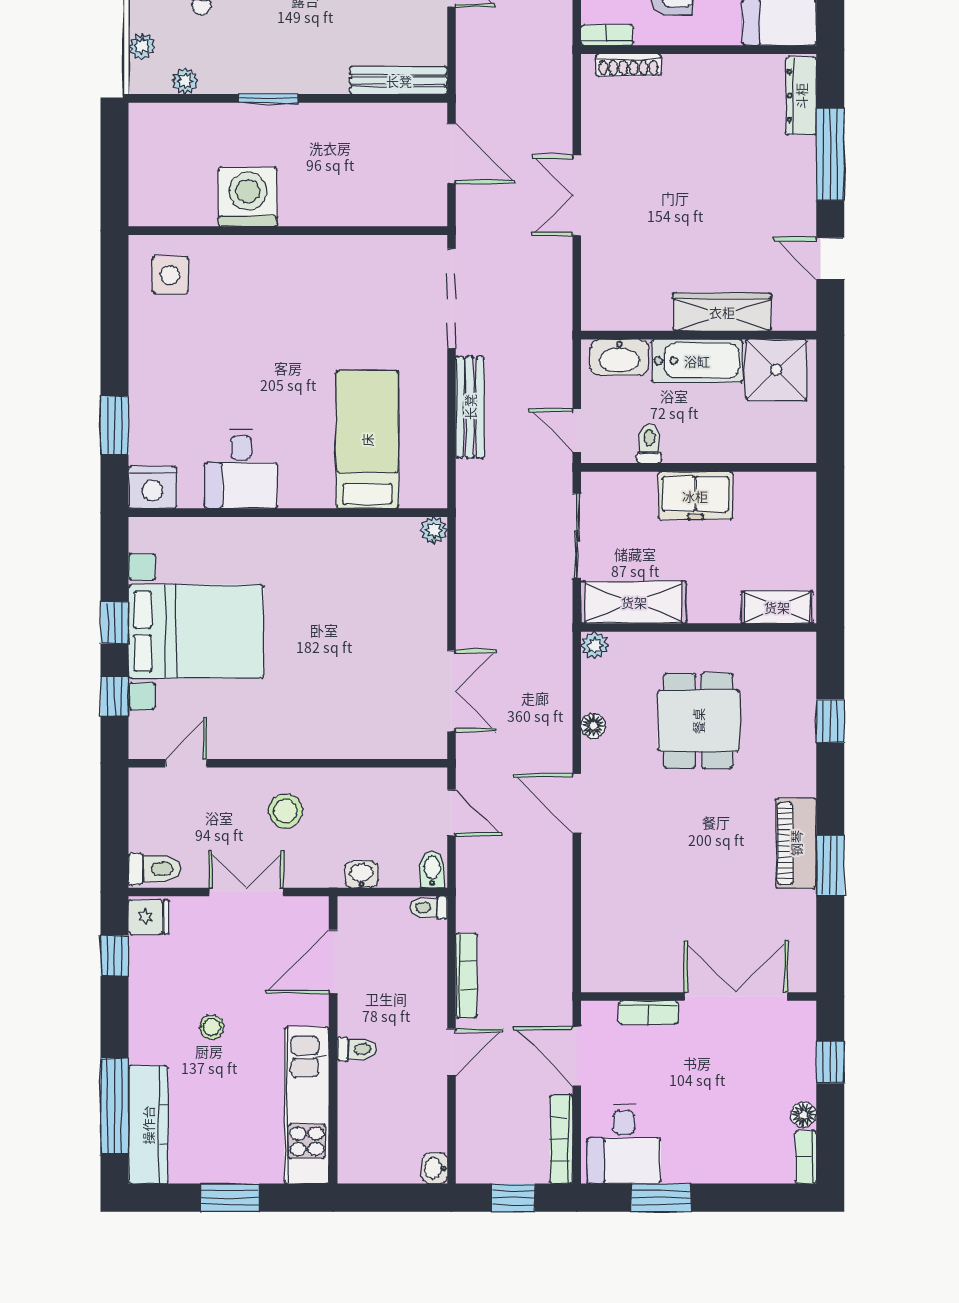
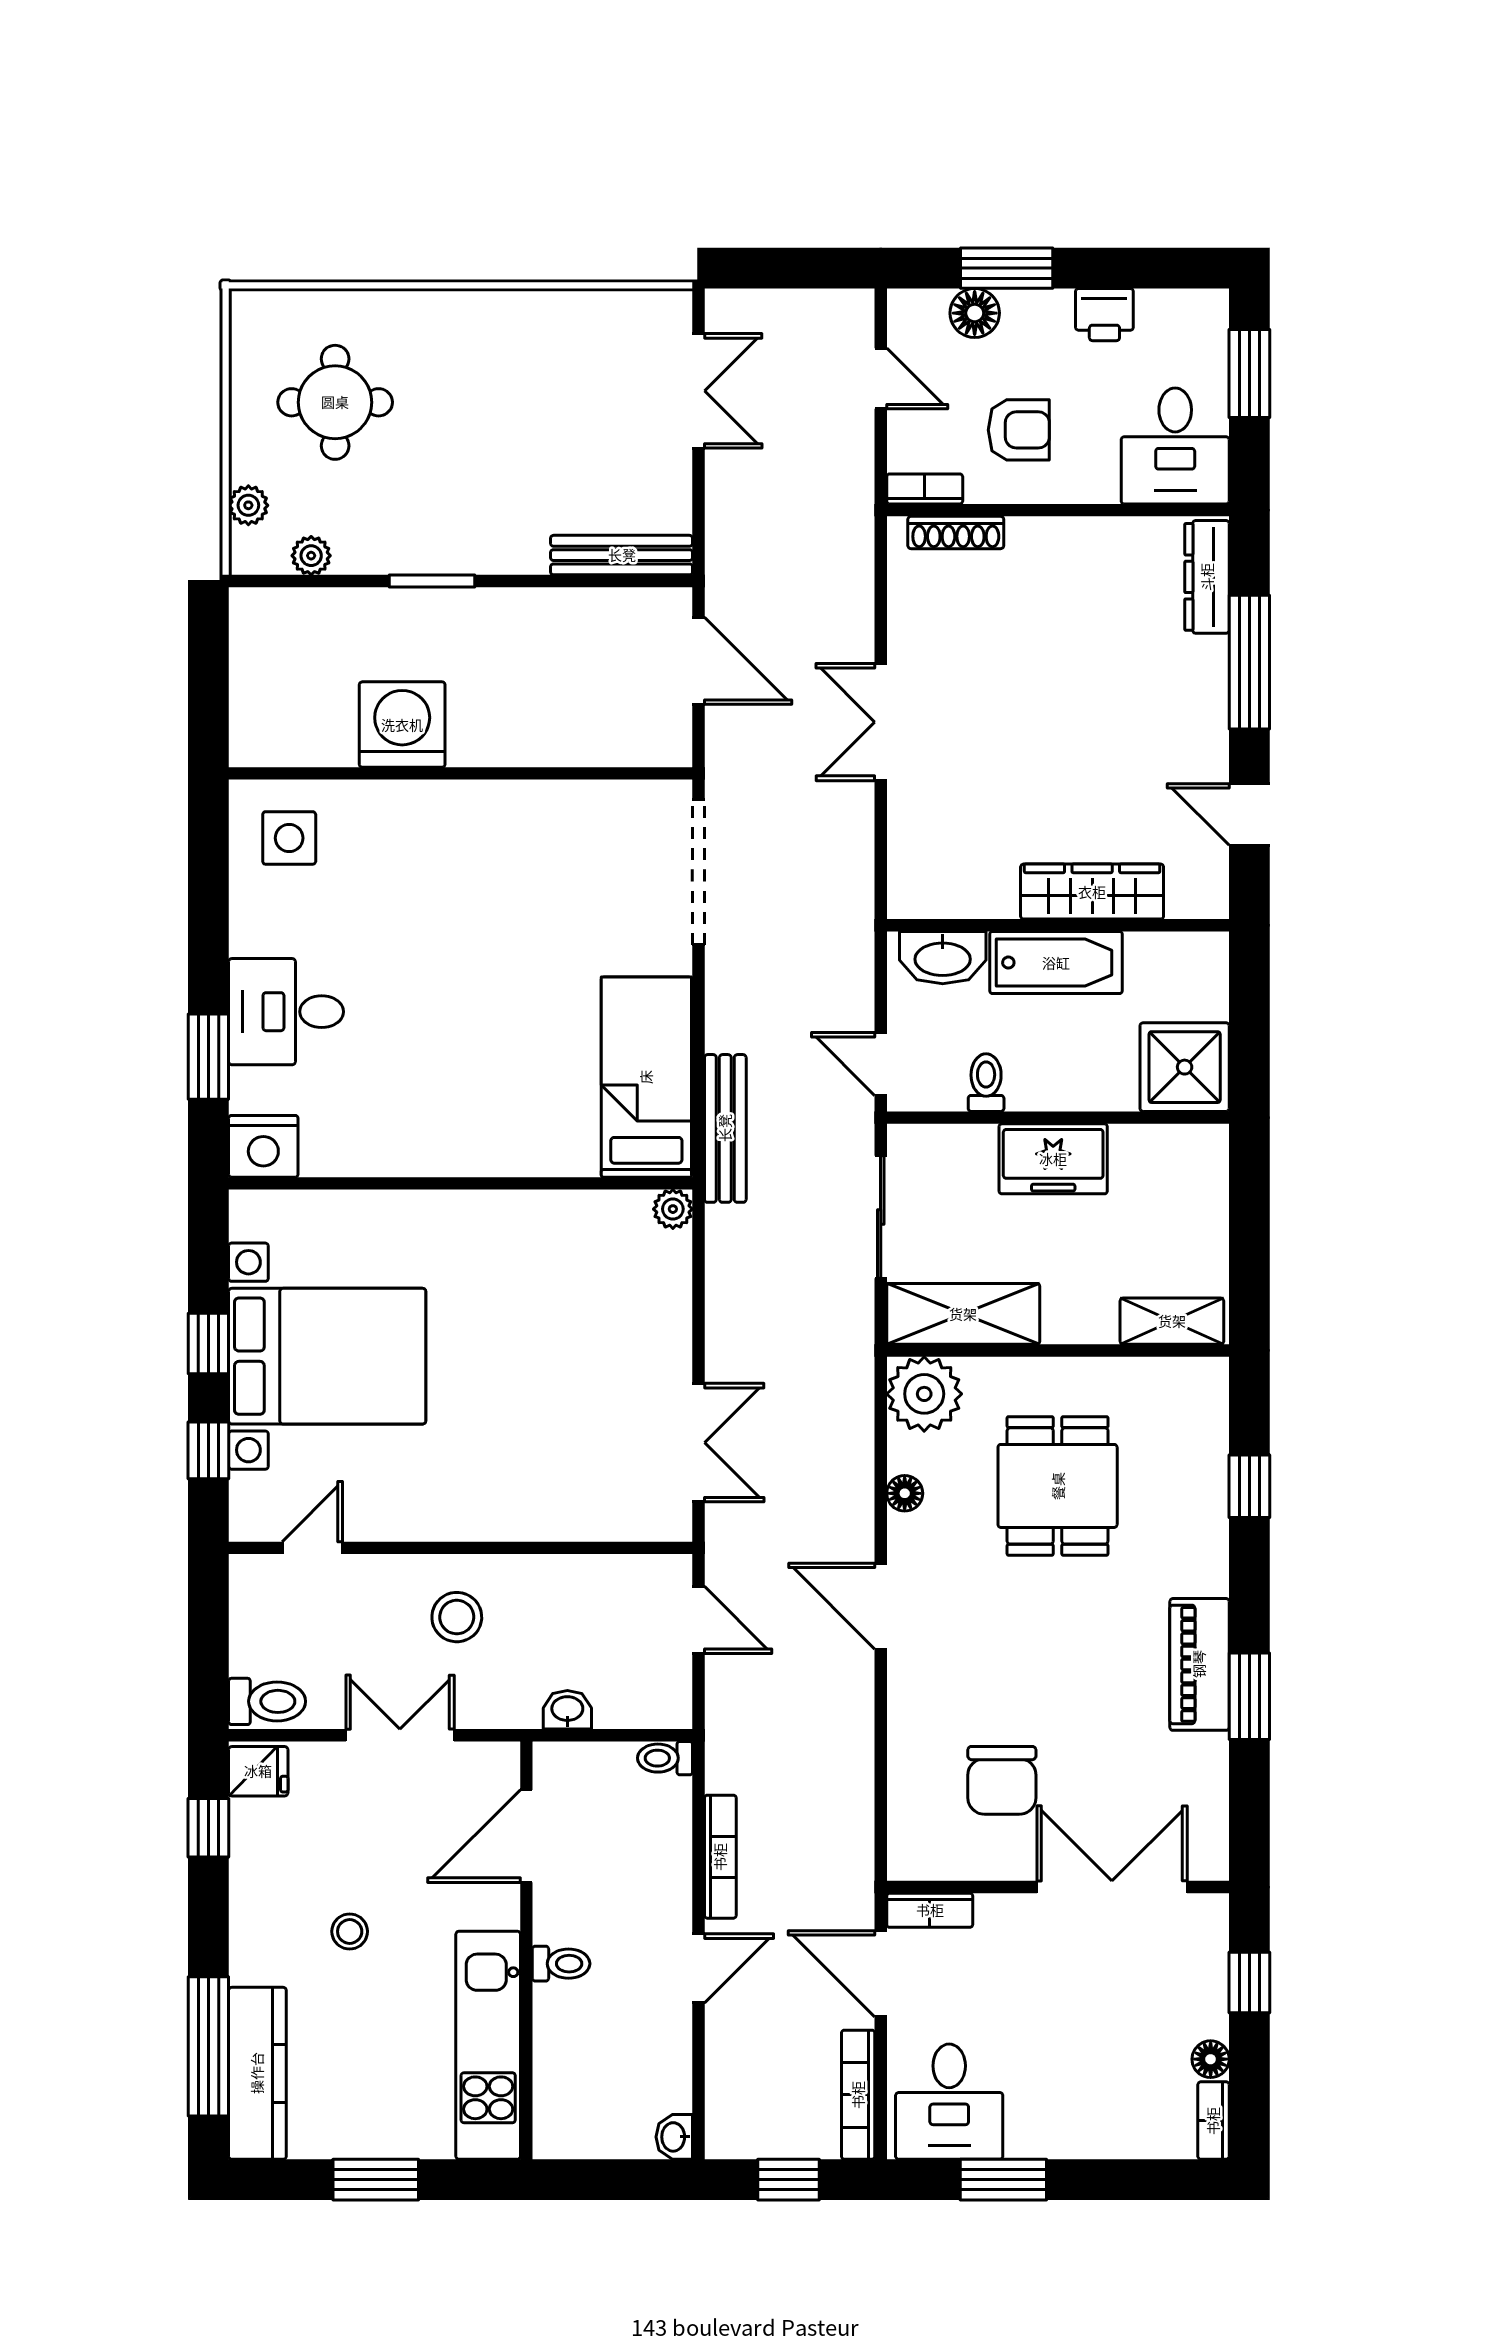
shower: (776, 370) -> (1185, 1067), moved
bench: (470, 407) -> (725, 1128), moved
bed: (367, 440) -> (646, 1077), moved
desk: (241, 469) -> (286, 1012), moved, turned 90
plant: (595, 645) -> (924, 1394), width x1.88, depth x1.88
bidet: (432, 870) -> (671, 1703), removed
chair: (660, 923) -> (1002, 1780), added
bookcase: (648, 1012) -> (930, 1910), moved

